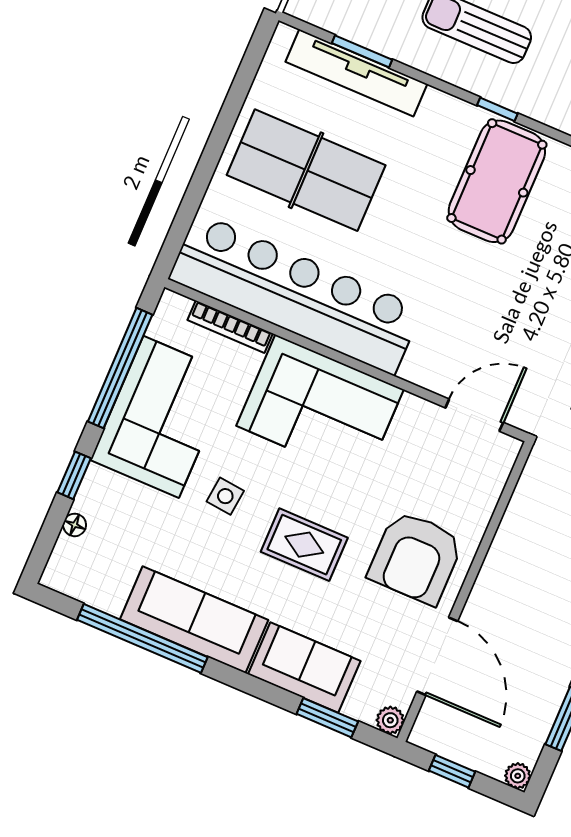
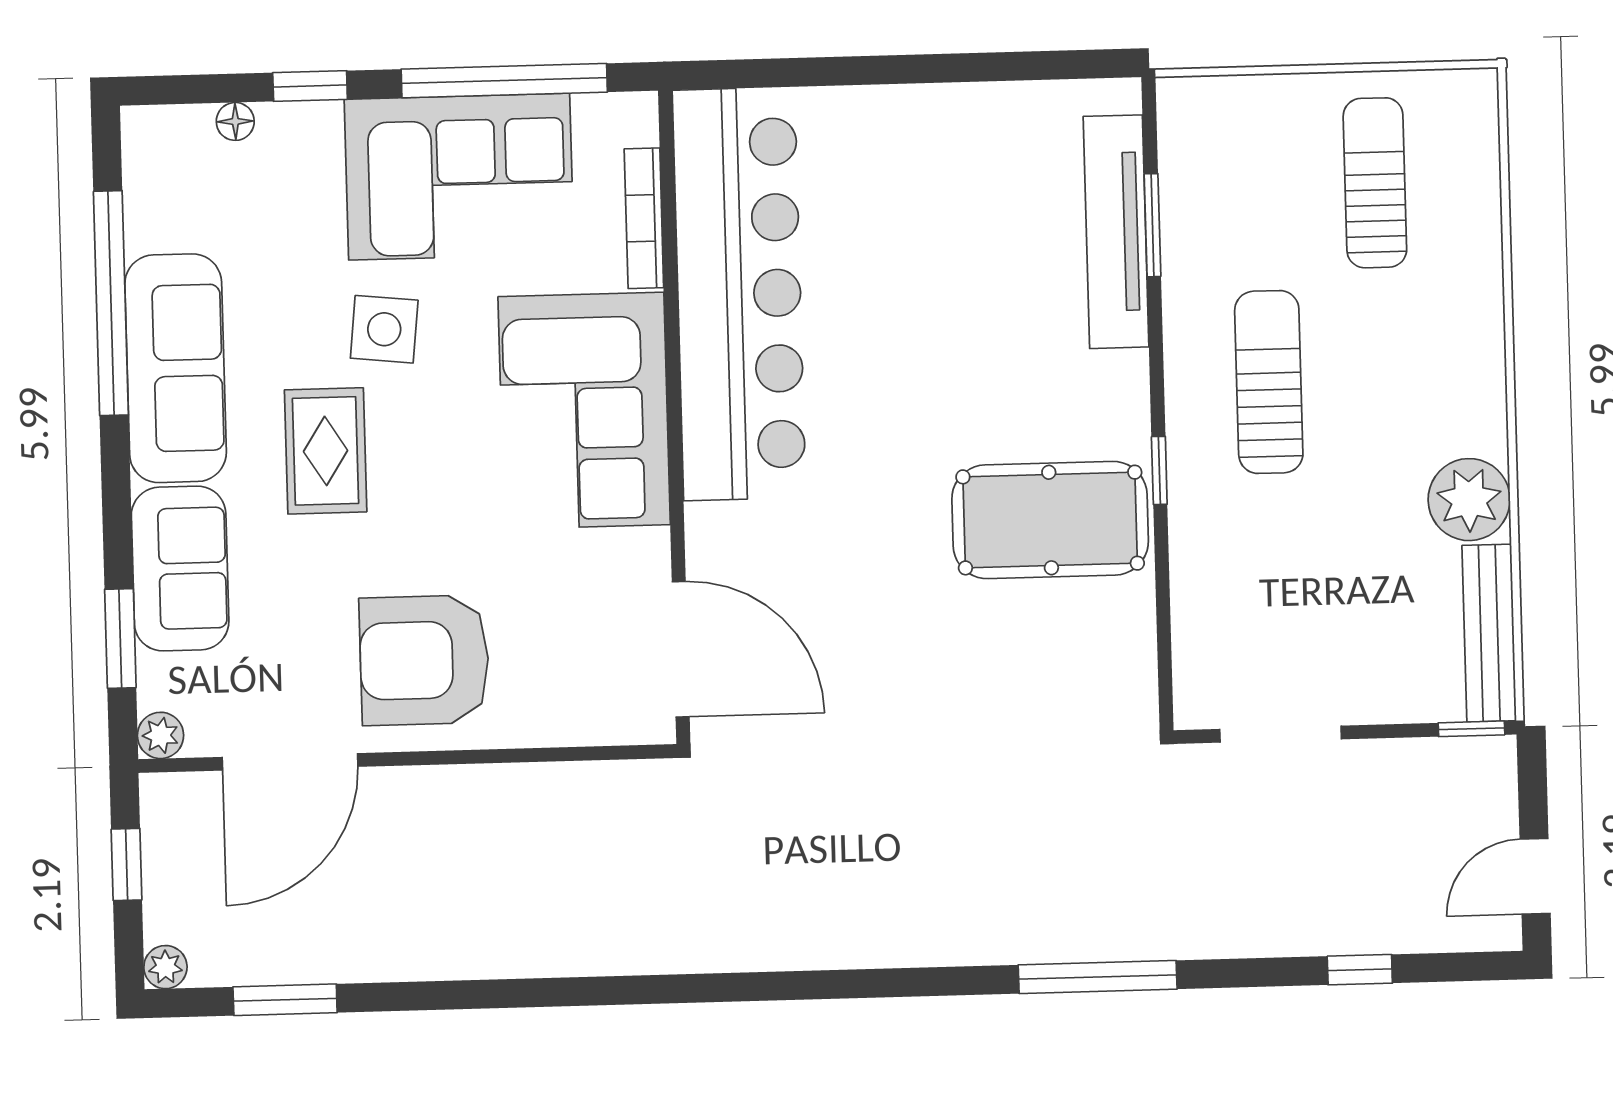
table tennis table: (306, 170) -> (934, 224), removed
door: (474, 415) -> (681, 649), width x1.36
side table: (225, 496) -> (384, 329), width x1.37, depth x1.37
rug: (304, 545) -> (326, 451), moved

